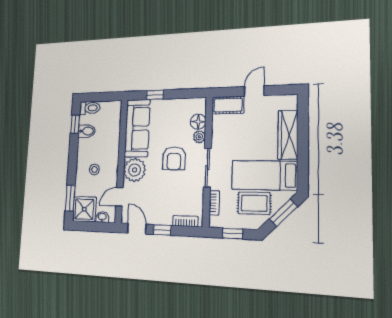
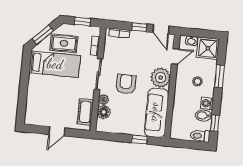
cot: (228, 105) -> (85, 112), moved, turned 90
wardrobe: (288, 135) -> (34, 93), removed
washing machine: (84, 145) -> (207, 103), added
window: (70, 198) -> (219, 76), moved

